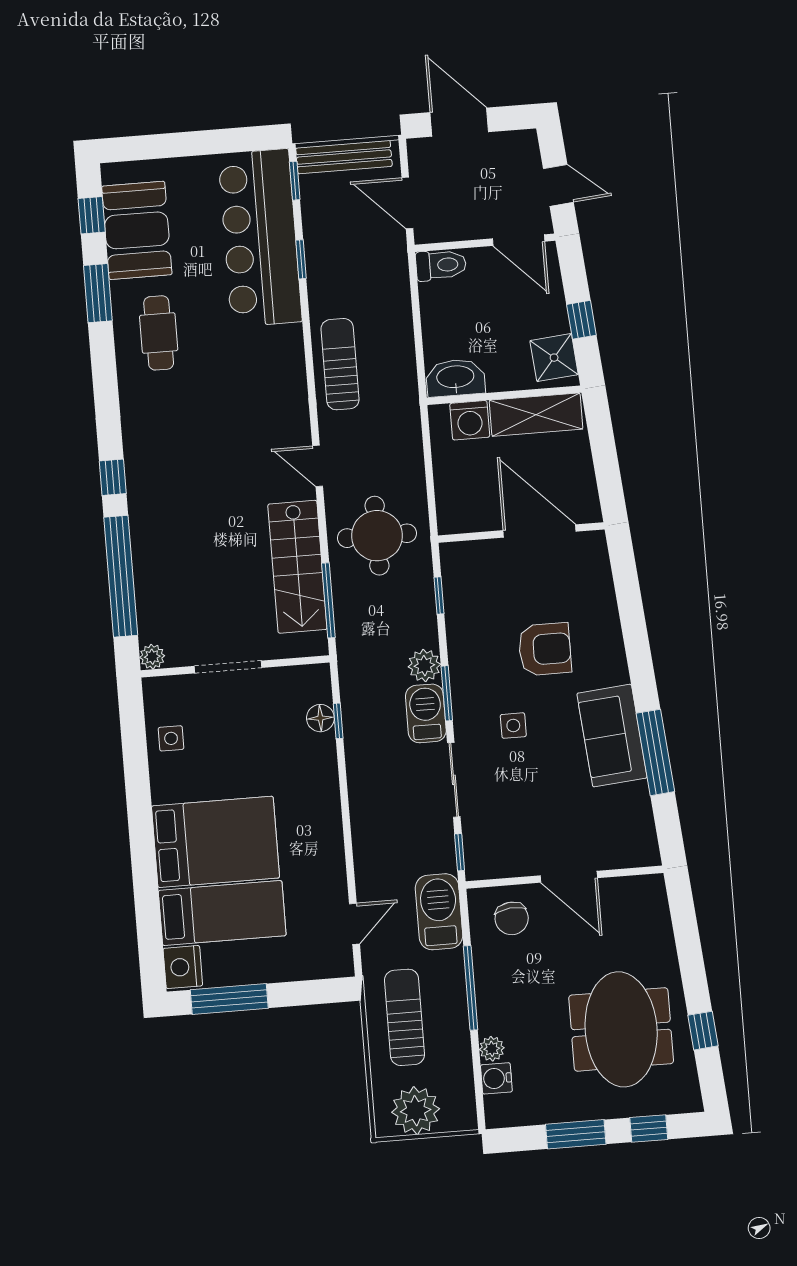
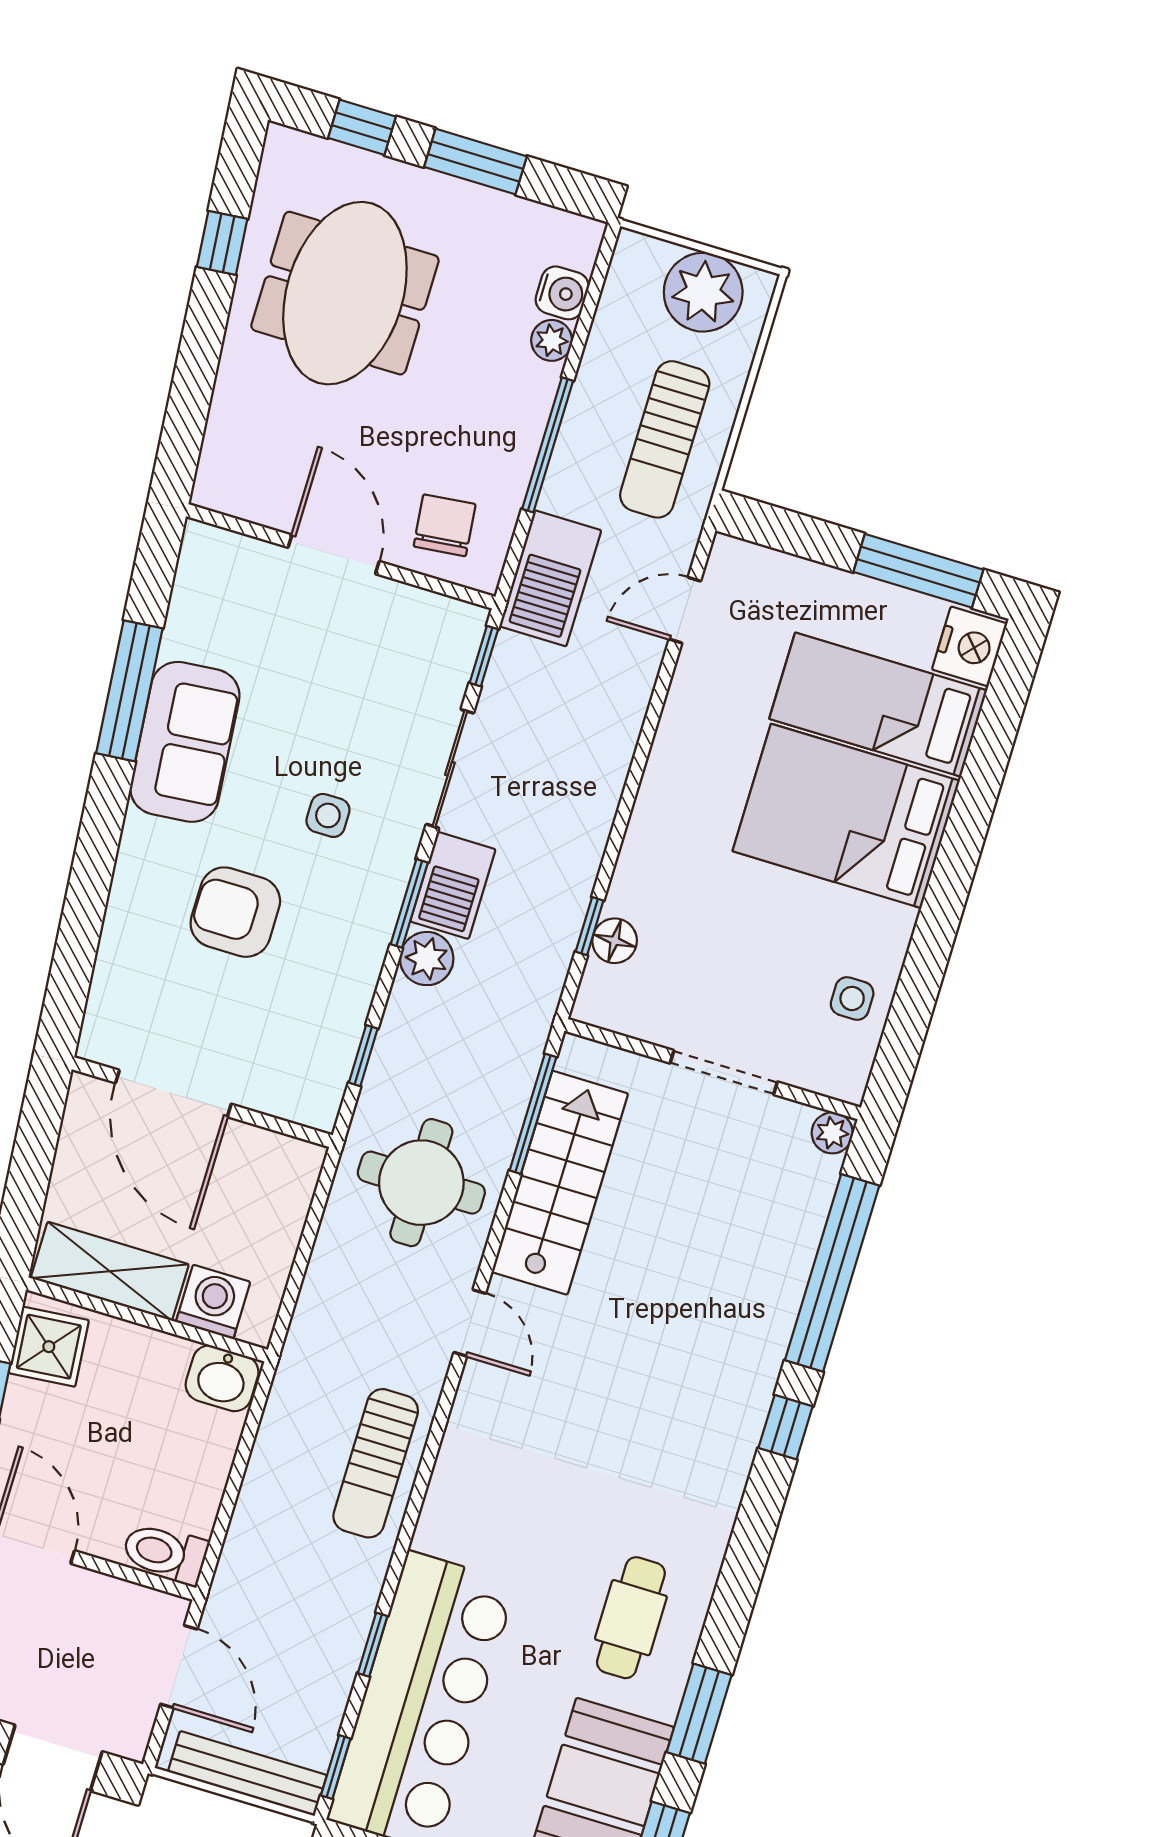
washbasin: (455, 378) -> (222, 1378), width x0.72

